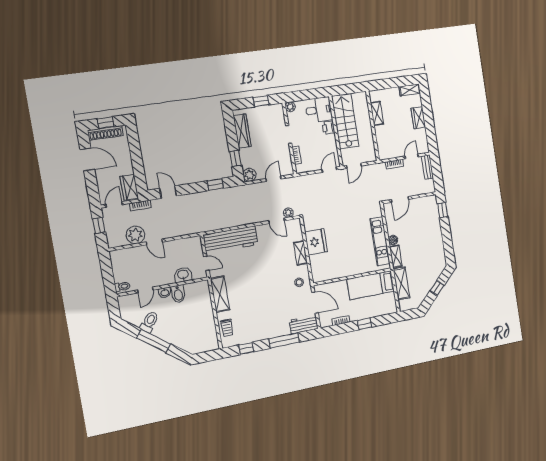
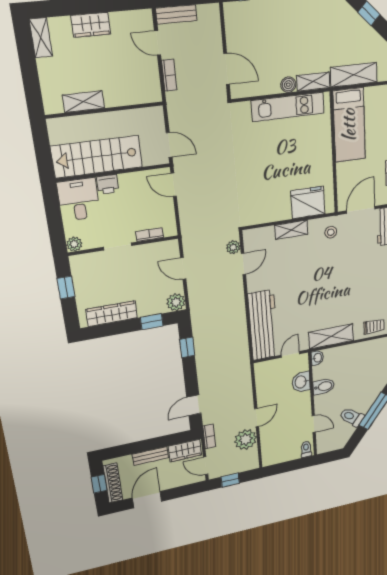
bench: (127, 161) -> (150, 456), added
fridge: (316, 242) -> (308, 202), moved
washbasin: (165, 292) -> (317, 358), moved

